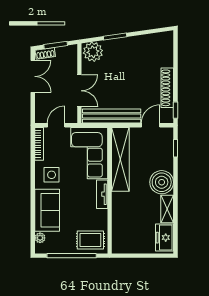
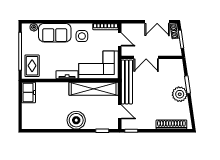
plant: (93, 52) -> (180, 94), moved
shoe rack: (167, 88) -> (171, 125), moved
shelving: (167, 209) -> (56, 124), removed
freezer: (165, 238) -> (29, 92), moved, turned 90

